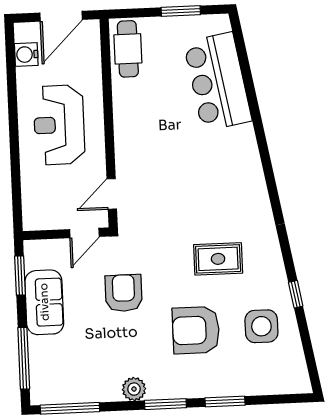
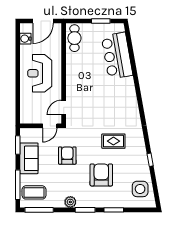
side table: (261, 326) -> (140, 189), moved
armchair: (196, 330) -> (101, 175), turned 90
coffee table: (58, 373) -> (34, 192), added

